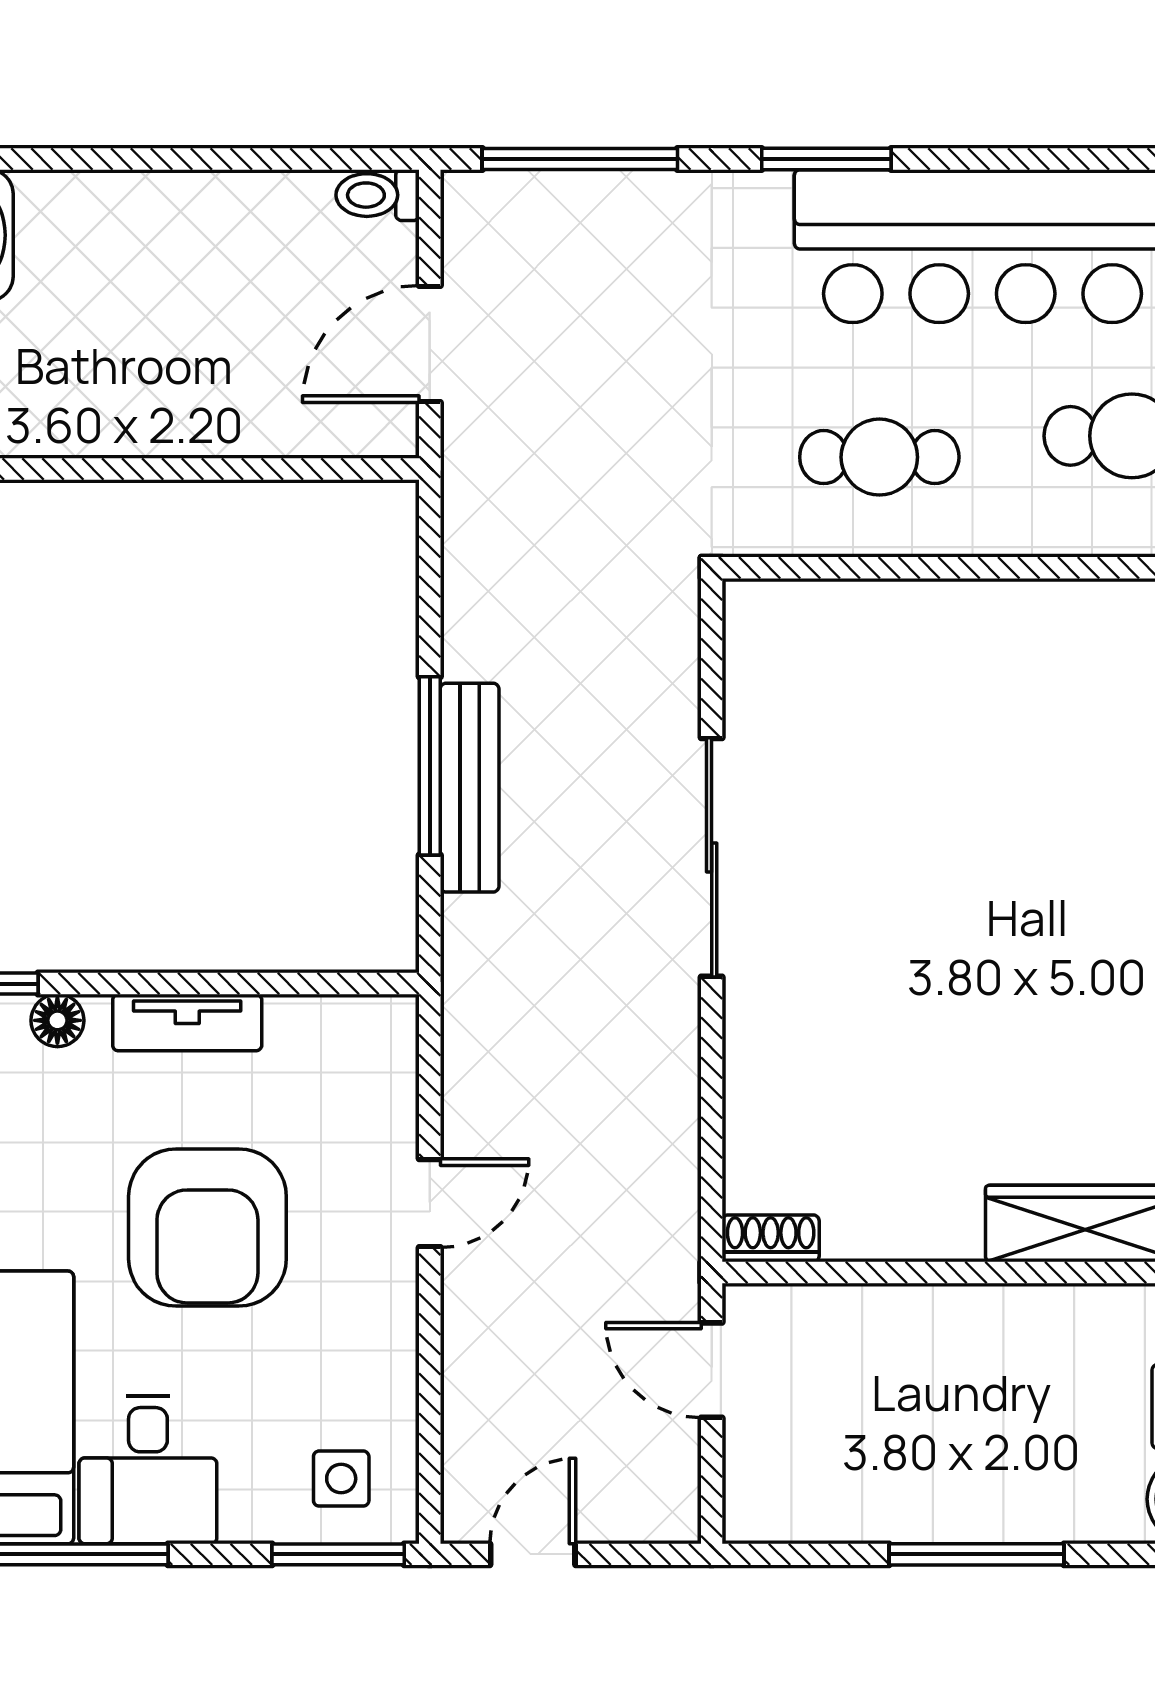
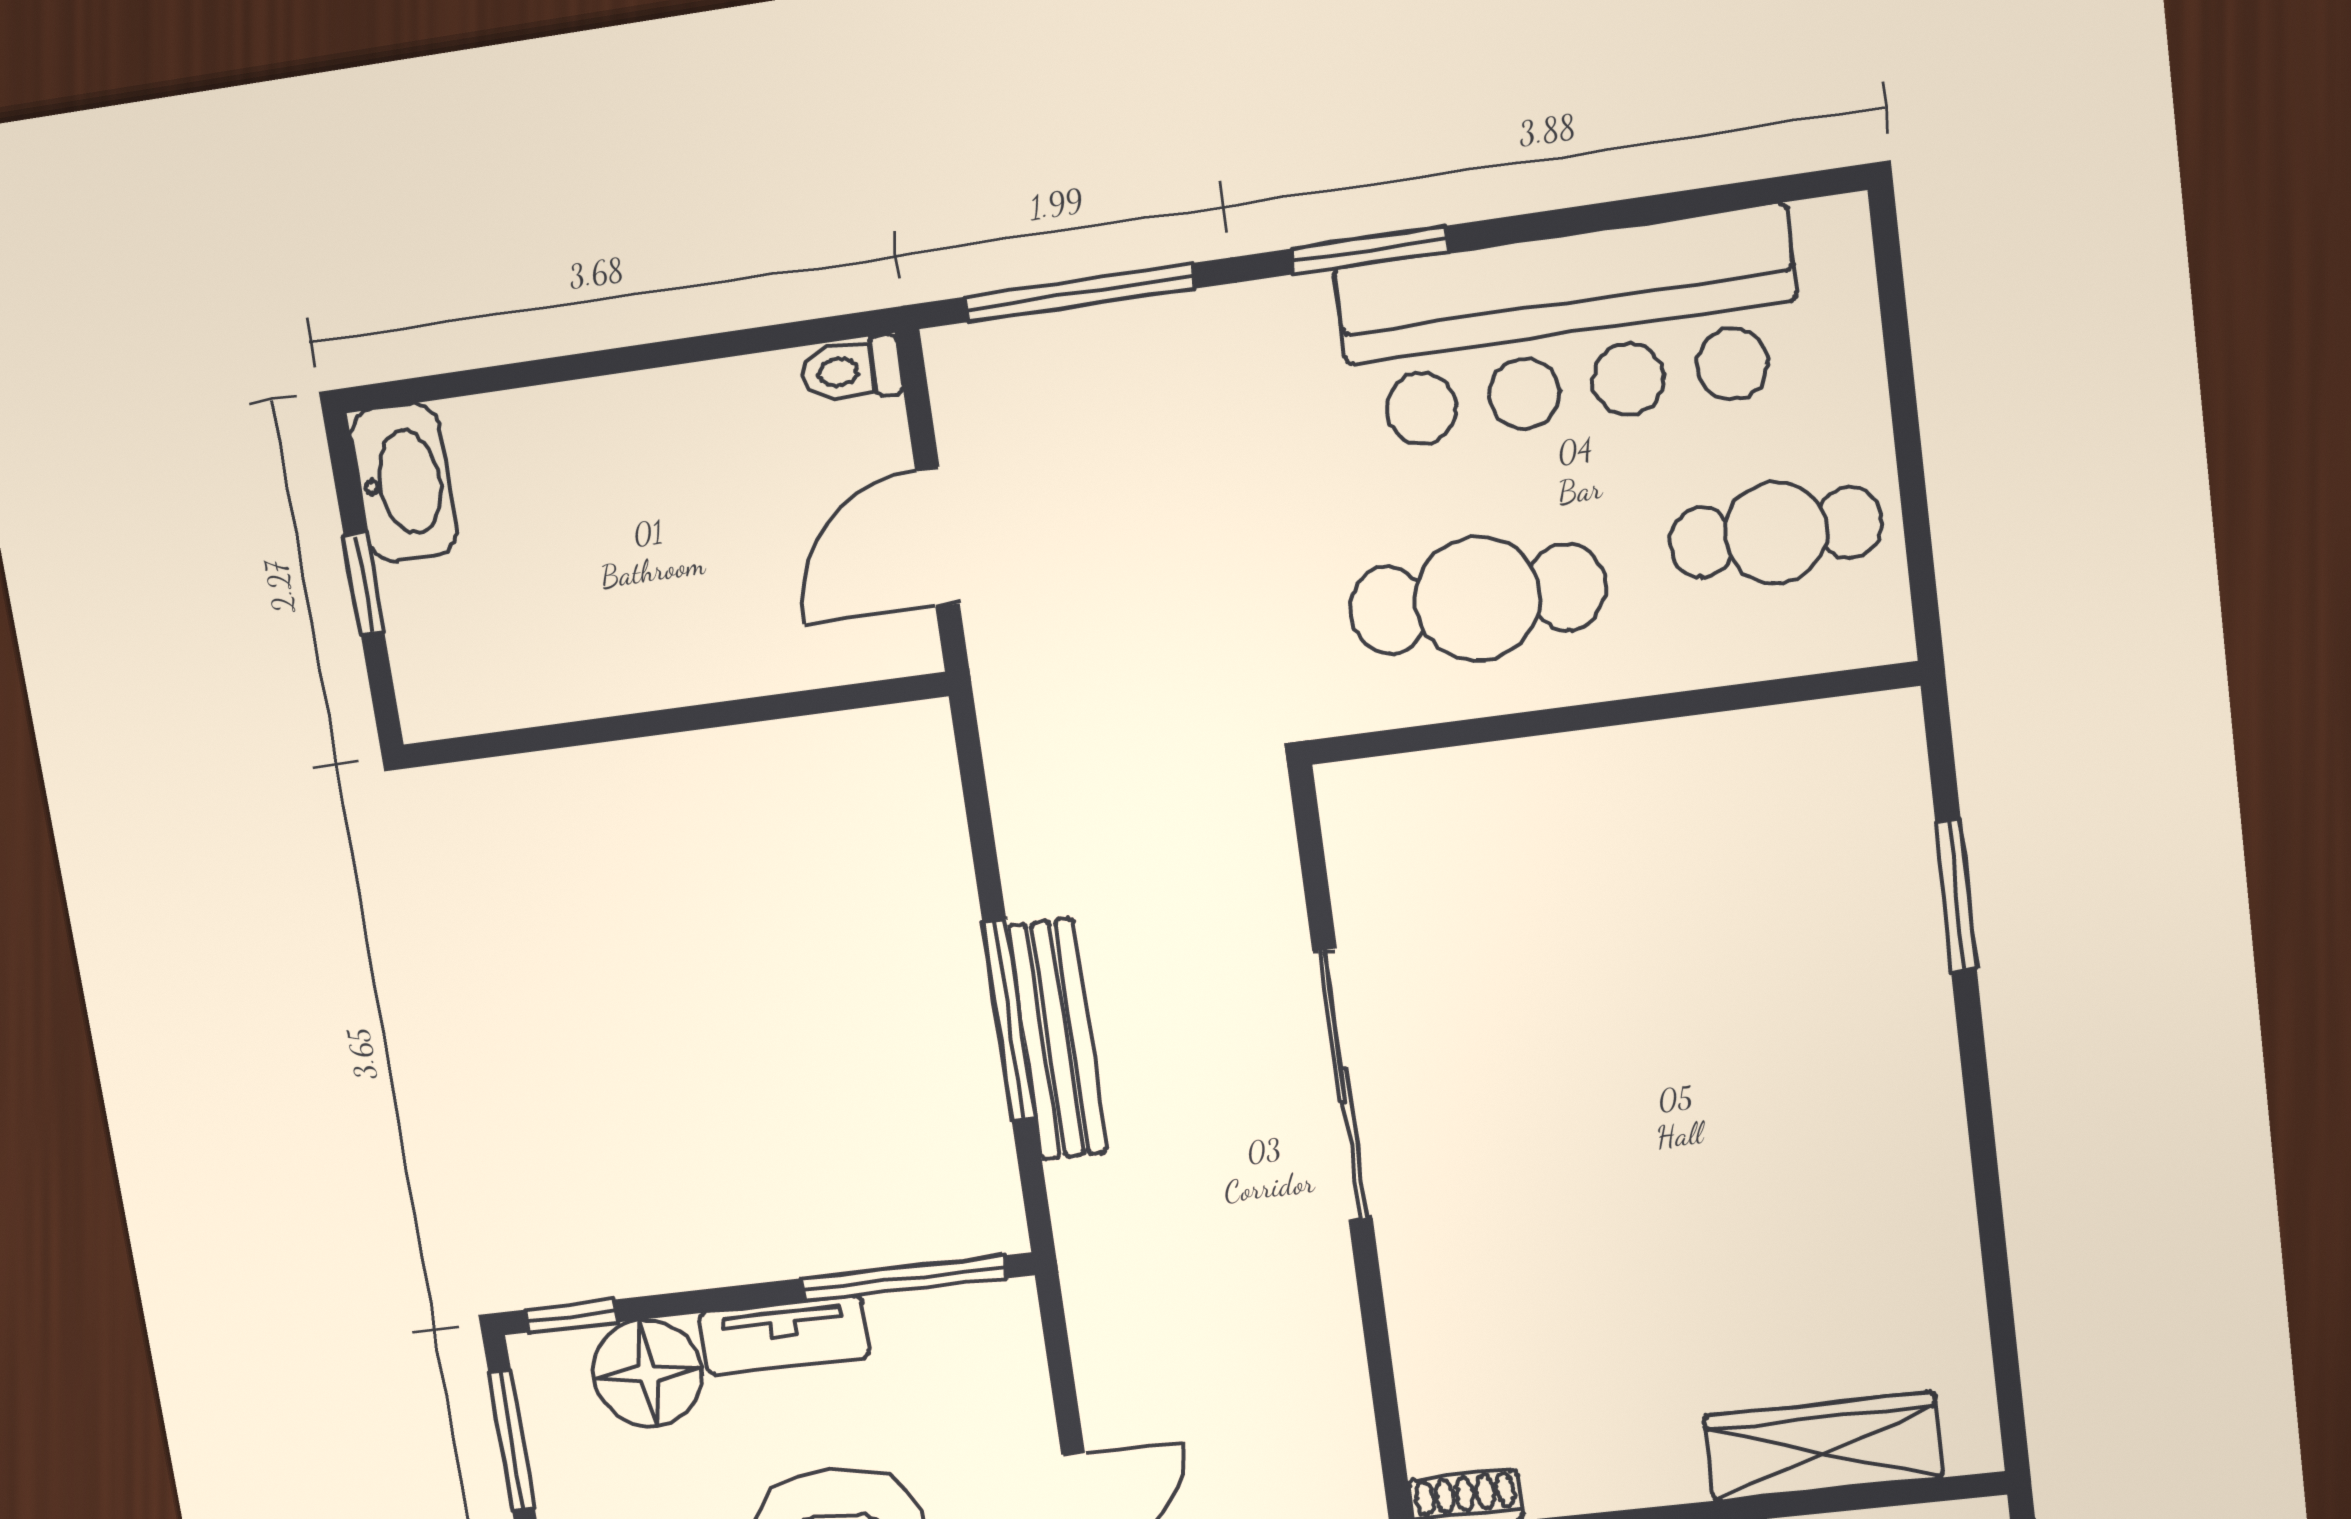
cafe table: (879, 457) -> (1477, 598), width x1.37, depth x1.35
window: (302, 984) -> (903, 1278), added
floor lamp: (57, 1020) -> (648, 1374), width x1.89, depth x1.89

